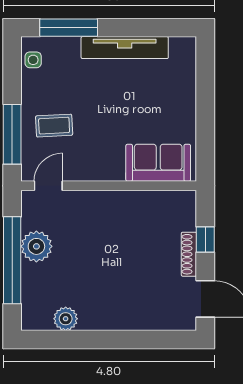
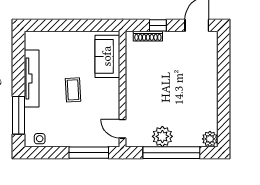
coffee table: (54, 126) -> (73, 90), moved
shoe rack: (189, 254) -> (148, 36), moved
plant: (66, 319) -> (210, 139), moved

